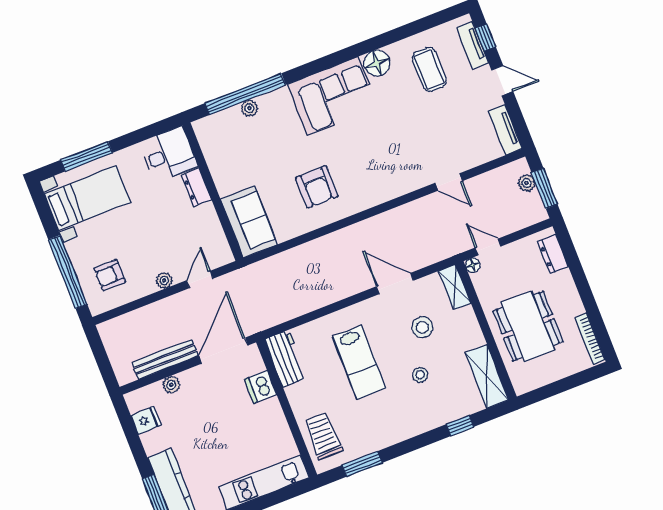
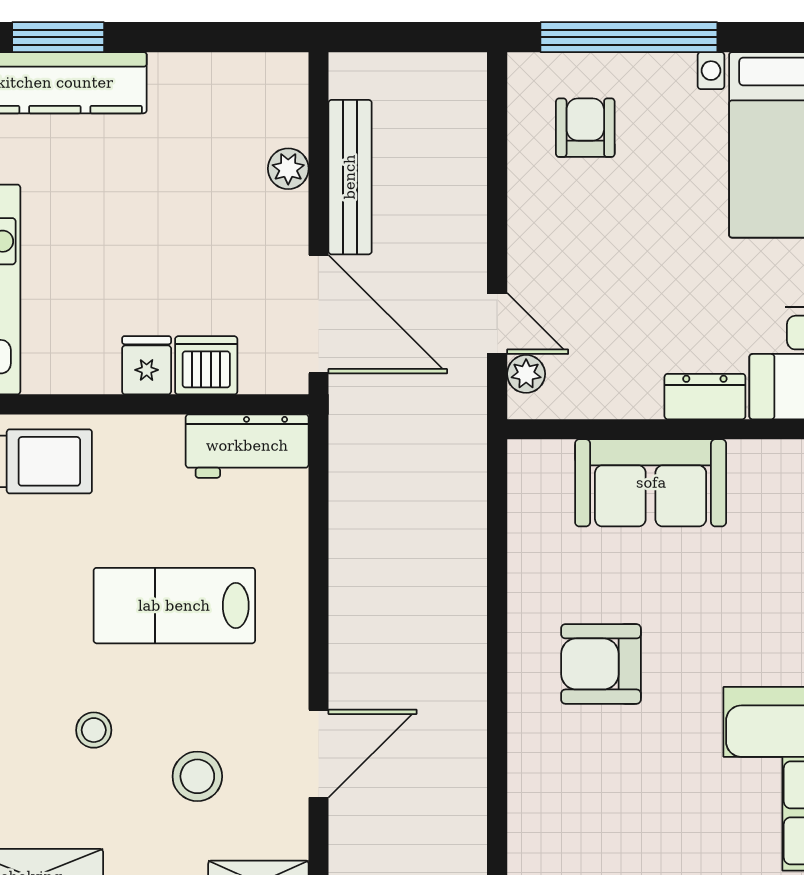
sofa: (249, 222) -> (651, 483), moved
plant: (164, 280) -> (526, 374), moved
fridge: (146, 420) -> (147, 365), moved, turned 180

